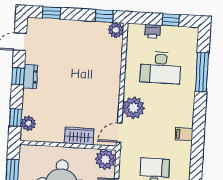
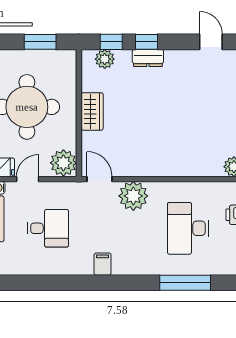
window: (18, 76) -> (147, 42), moved
dresser: (30, 77) -> (148, 58), moved
wardrobe: (79, 136) -> (92, 111), moved

